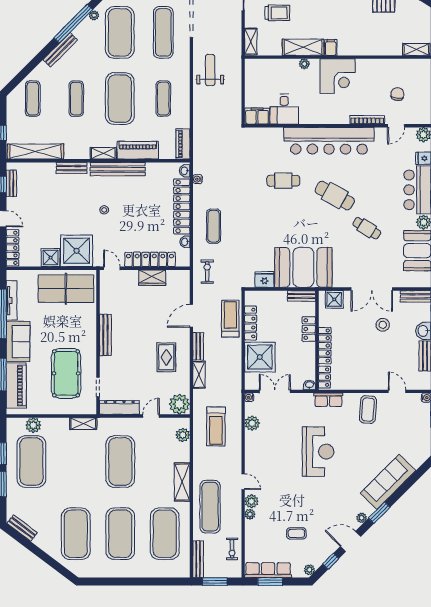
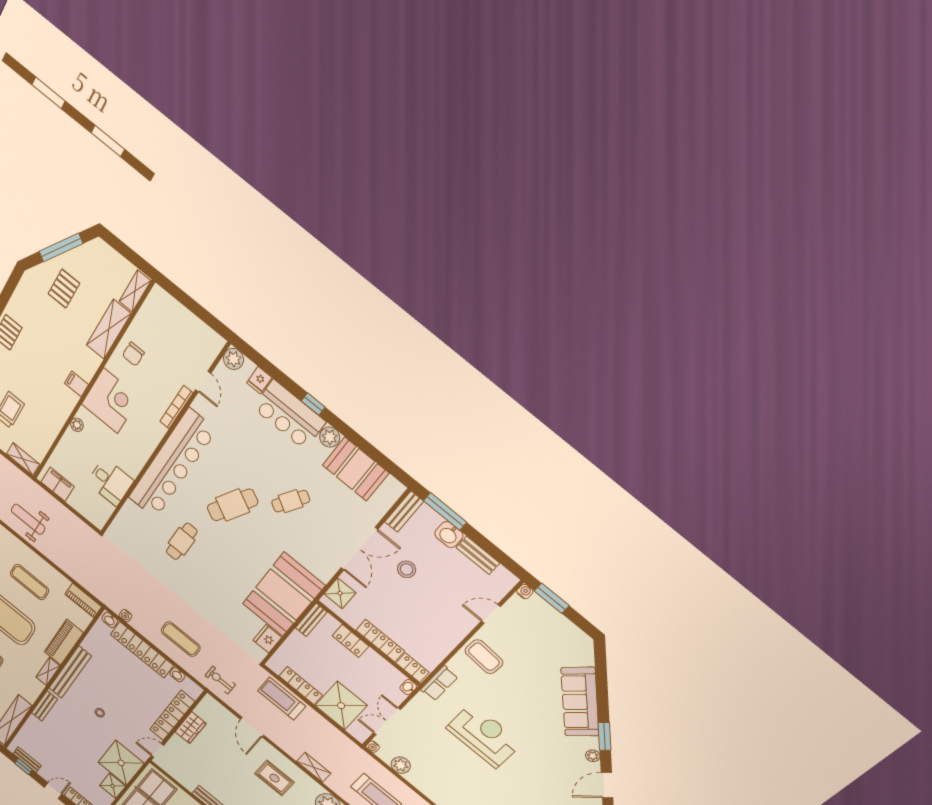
shelving: (303, 47) -> (109, 329), moved
chair: (397, 94) -> (133, 354), moved, turned -98
filing cabinet: (257, 116) -> (58, 484), moved, turned 90
bench: (198, 346) -> (286, 746), removed

